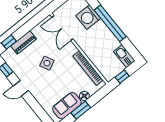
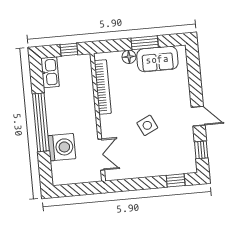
double door: (62, 28) -> (101, 155), width x0.73
piano: (24, 42) -> (159, 168), removed

